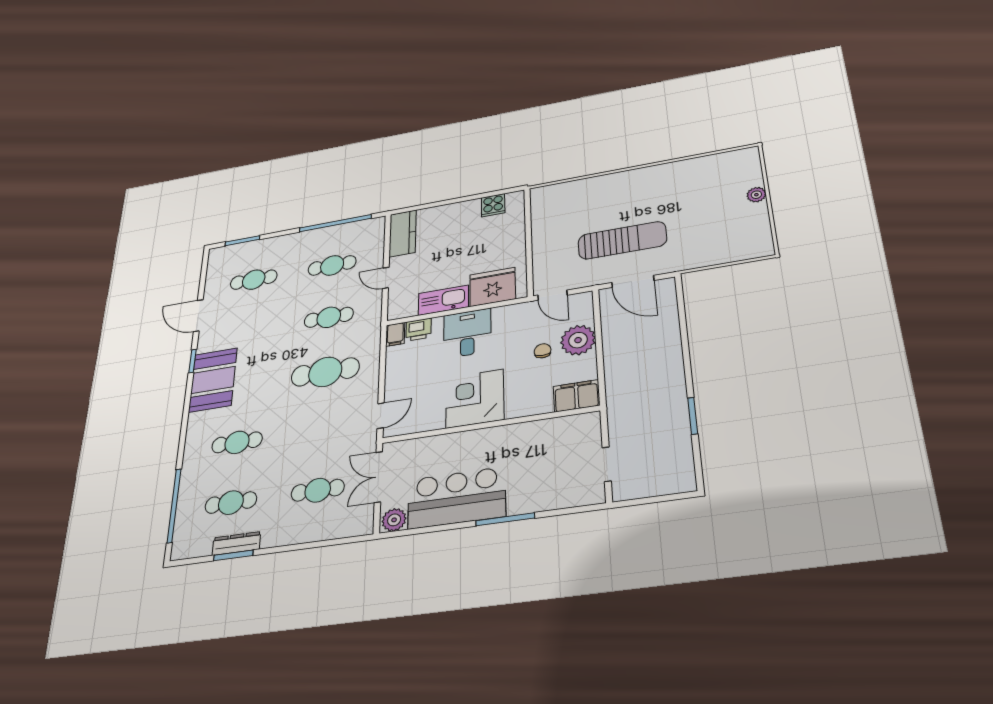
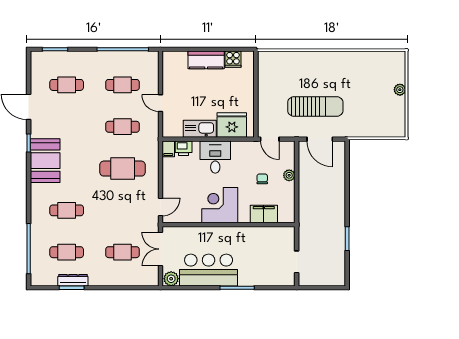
kitchen counter: (403, 233) -> (206, 60), moved, turned 90
plant: (578, 340) -> (289, 175), width x0.53, depth x0.53
filing cabinet: (576, 396) -> (264, 214), moved

